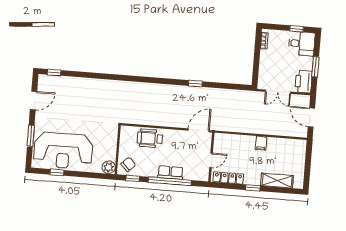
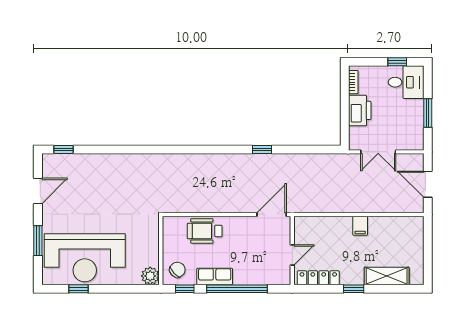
printer: (303, 82) -> (360, 110), moved, turned 180
row of seats: (170, 173) -> (215, 276), moved

